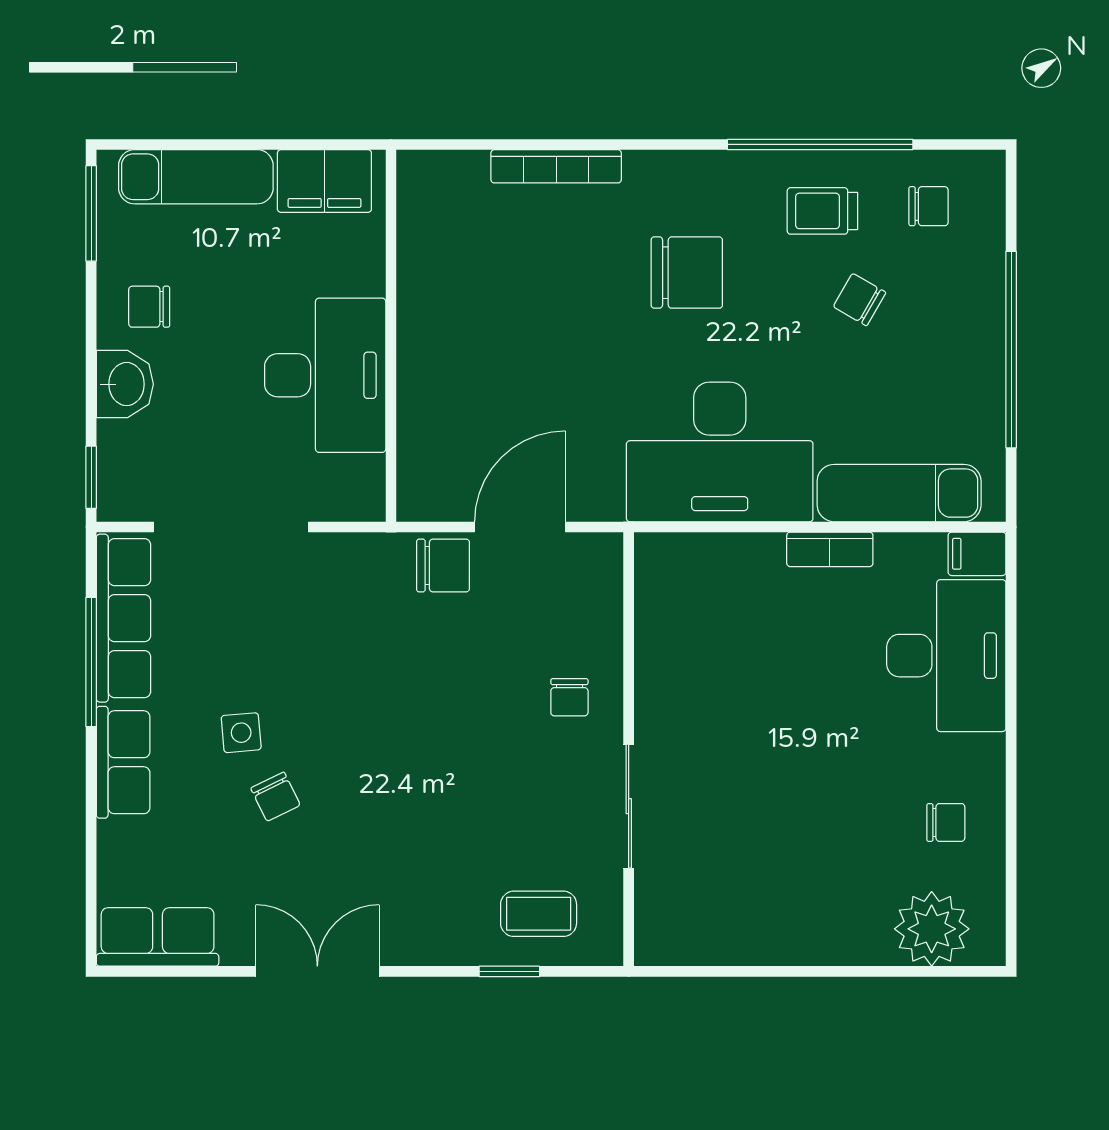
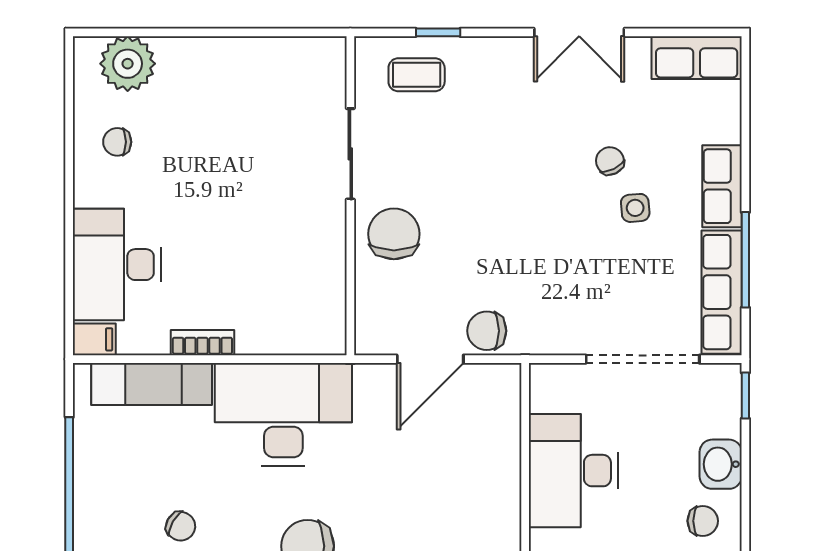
chair: (569, 697) -> (394, 234), width x1.87, depth x1.87

